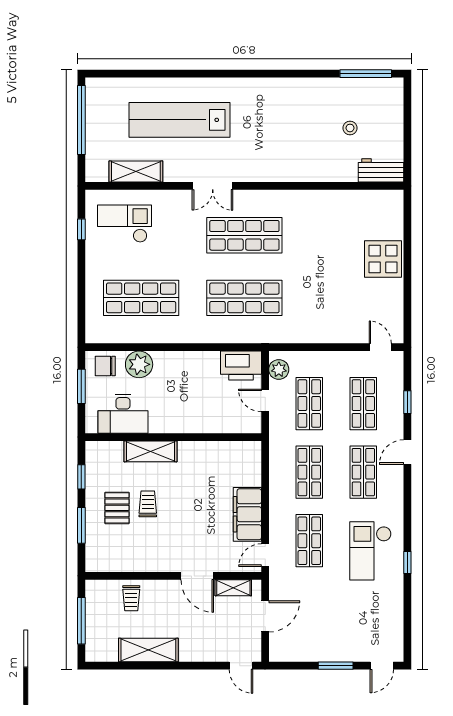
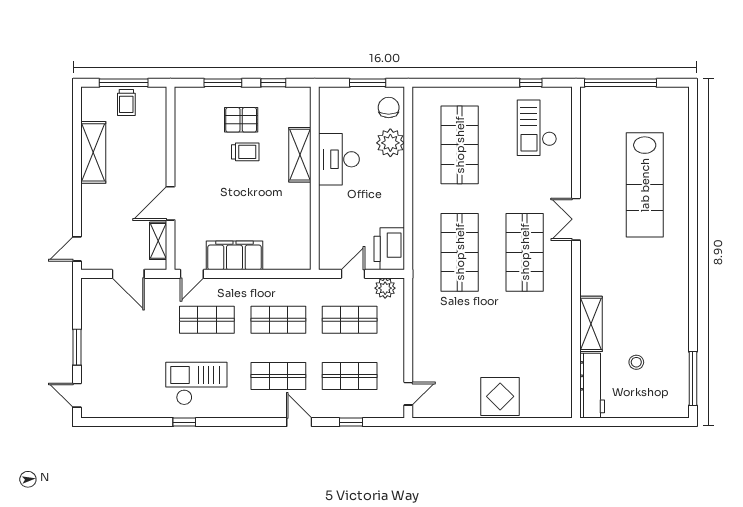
window: (81, 120) -> (620, 83), moved
lab bench: (180, 120) -> (645, 185), turned 180
workbench: (381, 170) -> (592, 386), width x1.38
shelving: (136, 172) -> (591, 324), moved
checkout: (125, 224) -> (537, 128), turned 180
desk: (123, 414) -> (339, 159), moved
door: (265, 555) -> (192, 274), swing flipped
trolley: (131, 598) -> (126, 103), moved, turned -90

